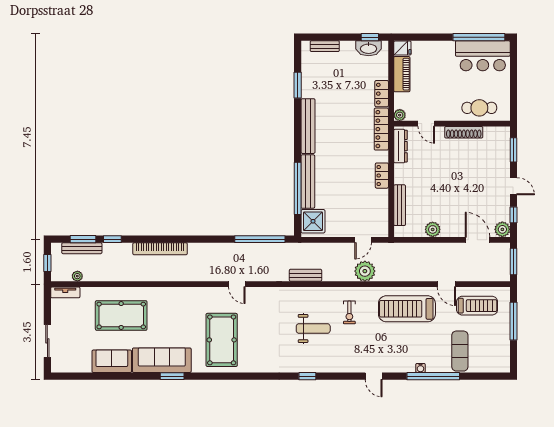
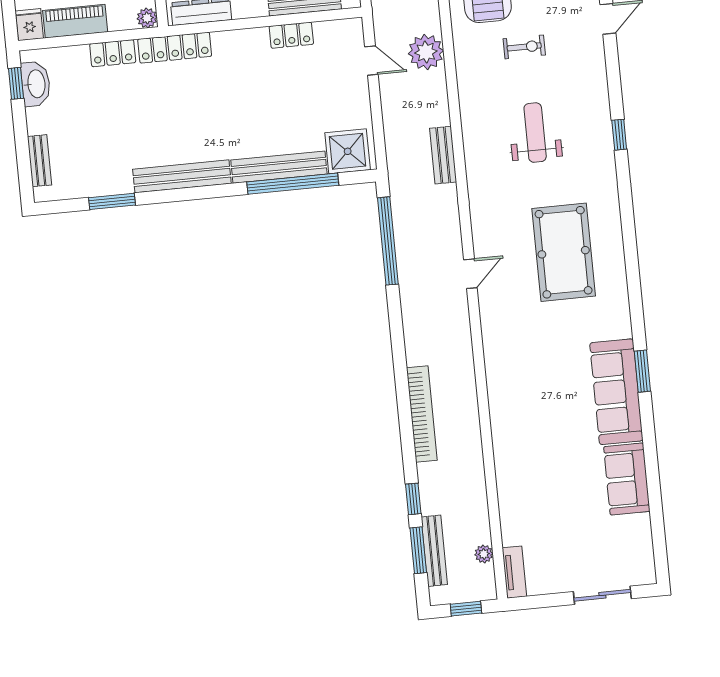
locker: (382, 176) -> (291, 35), moved
exercise bike: (349, 312) -> (524, 47), moved
pool table: (121, 315) -> (545, 470), removed
pool table: (222, 340) -> (564, 252), moved, turned 90

